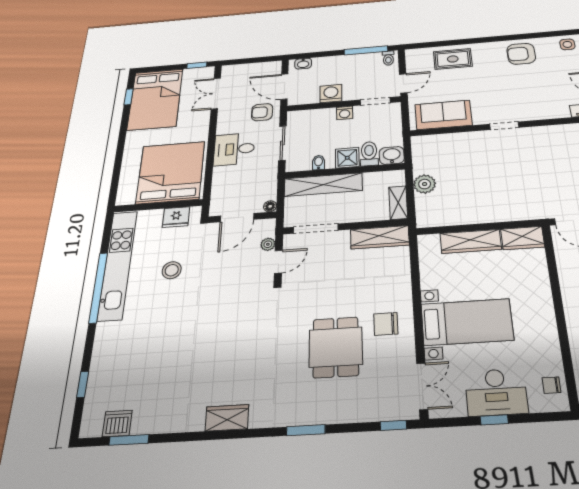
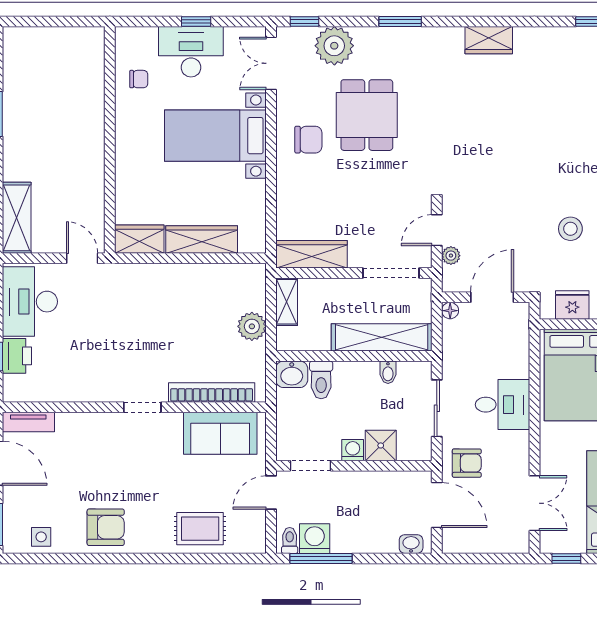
washing machine: (331, 94) -> (315, 539), moved, turned 180
bookcase: (452, 139) -> (212, 392), added
shower: (347, 158) -> (381, 445), moved
chair: (552, 385) -> (139, 79), moved
plant: (365, 405) -> (334, 46), added

